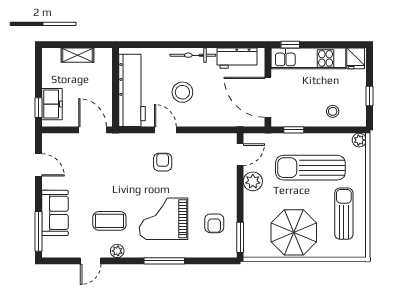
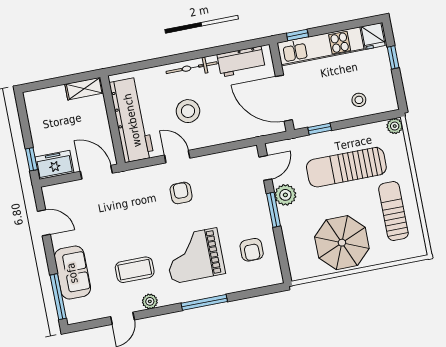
shelving: (77, 55) -> (84, 89), moved
window: (369, 96) -> (393, 57), moved
freezer: (52, 104) -> (54, 165), moved, turned -90
window: (240, 237) -> (274, 210), moved

